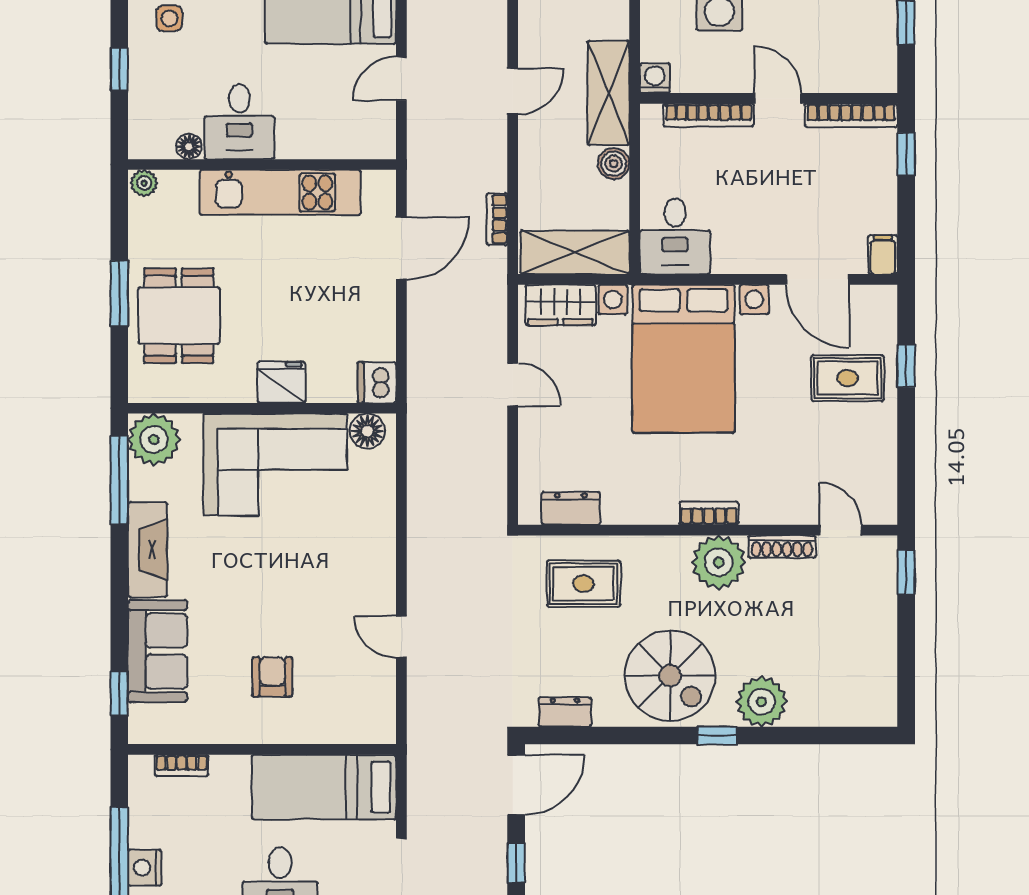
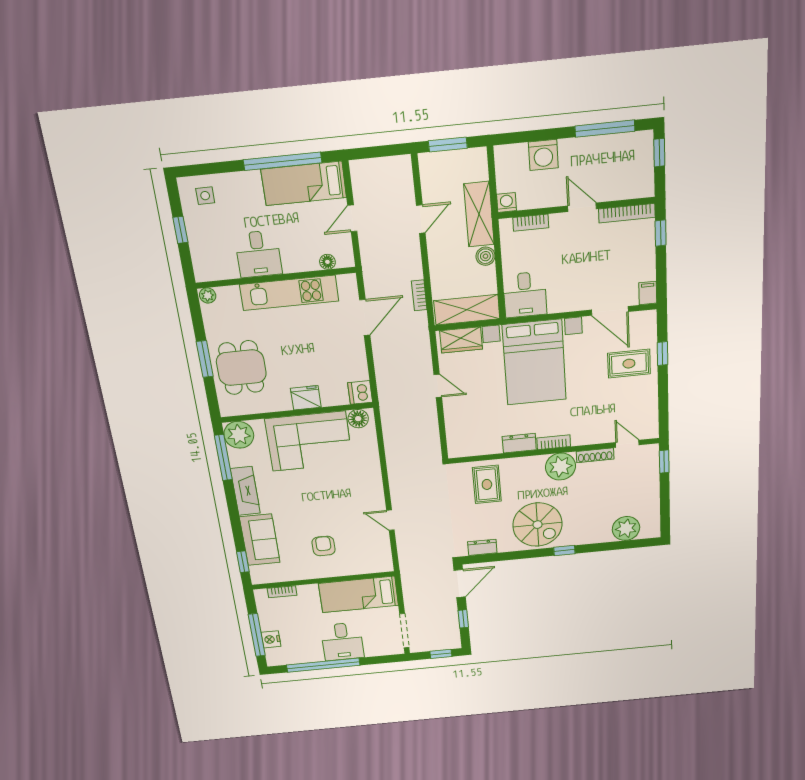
bookcase: (709, 115) -> (531, 223), width x0.64
floor lamp: (189, 146) -> (327, 262), moved
dresser: (571, 508) -> (519, 443), moved
rug: (583, 584) -> (487, 484), turned 90
plant: (762, 702) -> (626, 528), moved

